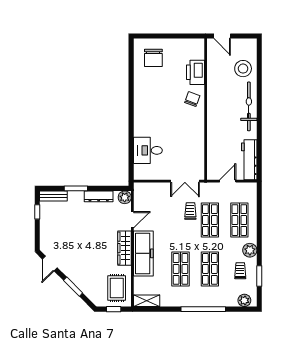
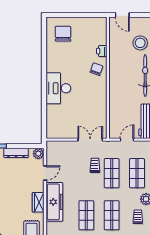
chair: (153, 58) -> (63, 34), turned 180
printer: (196, 72) -> (102, 51), width x0.53, depth x0.68
desk: (148, 150) -> (58, 88), moved, width x1.37
double door: (185, 181) -> (90, 140), swing flipped
wardrobe: (125, 248) -> (38, 202), width x0.67

